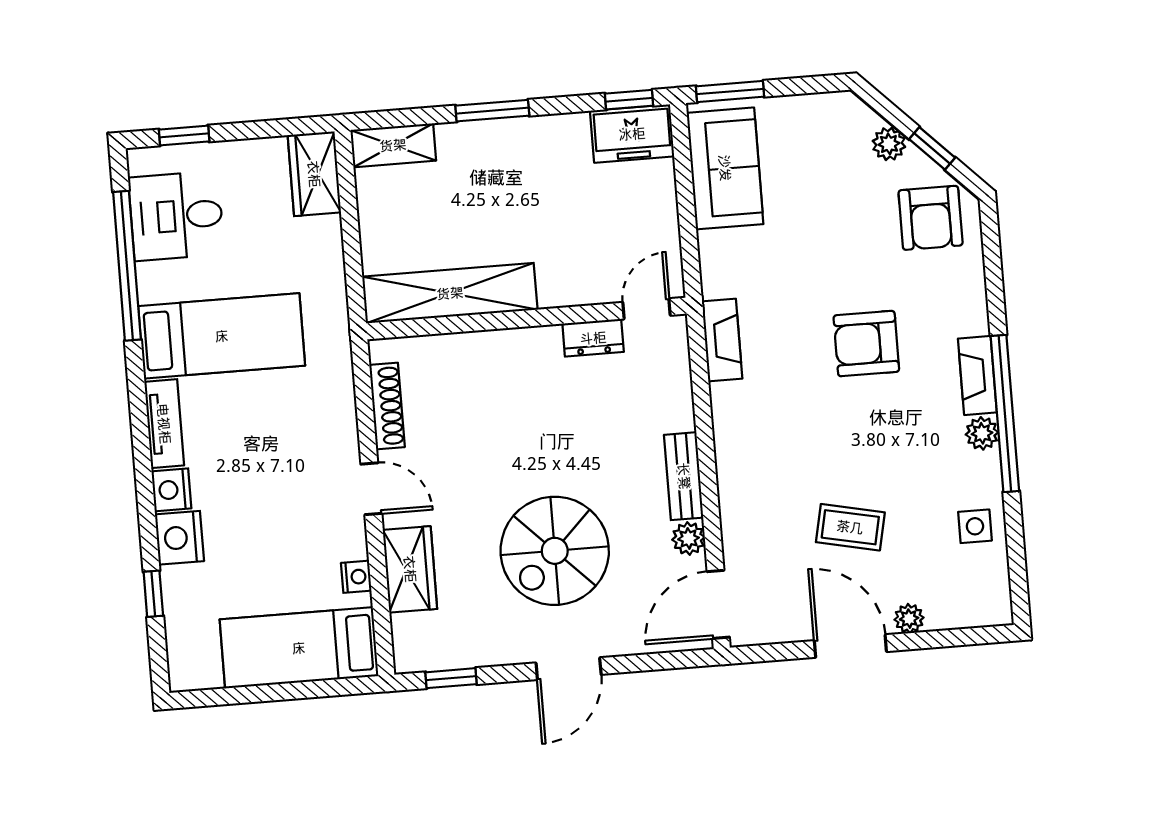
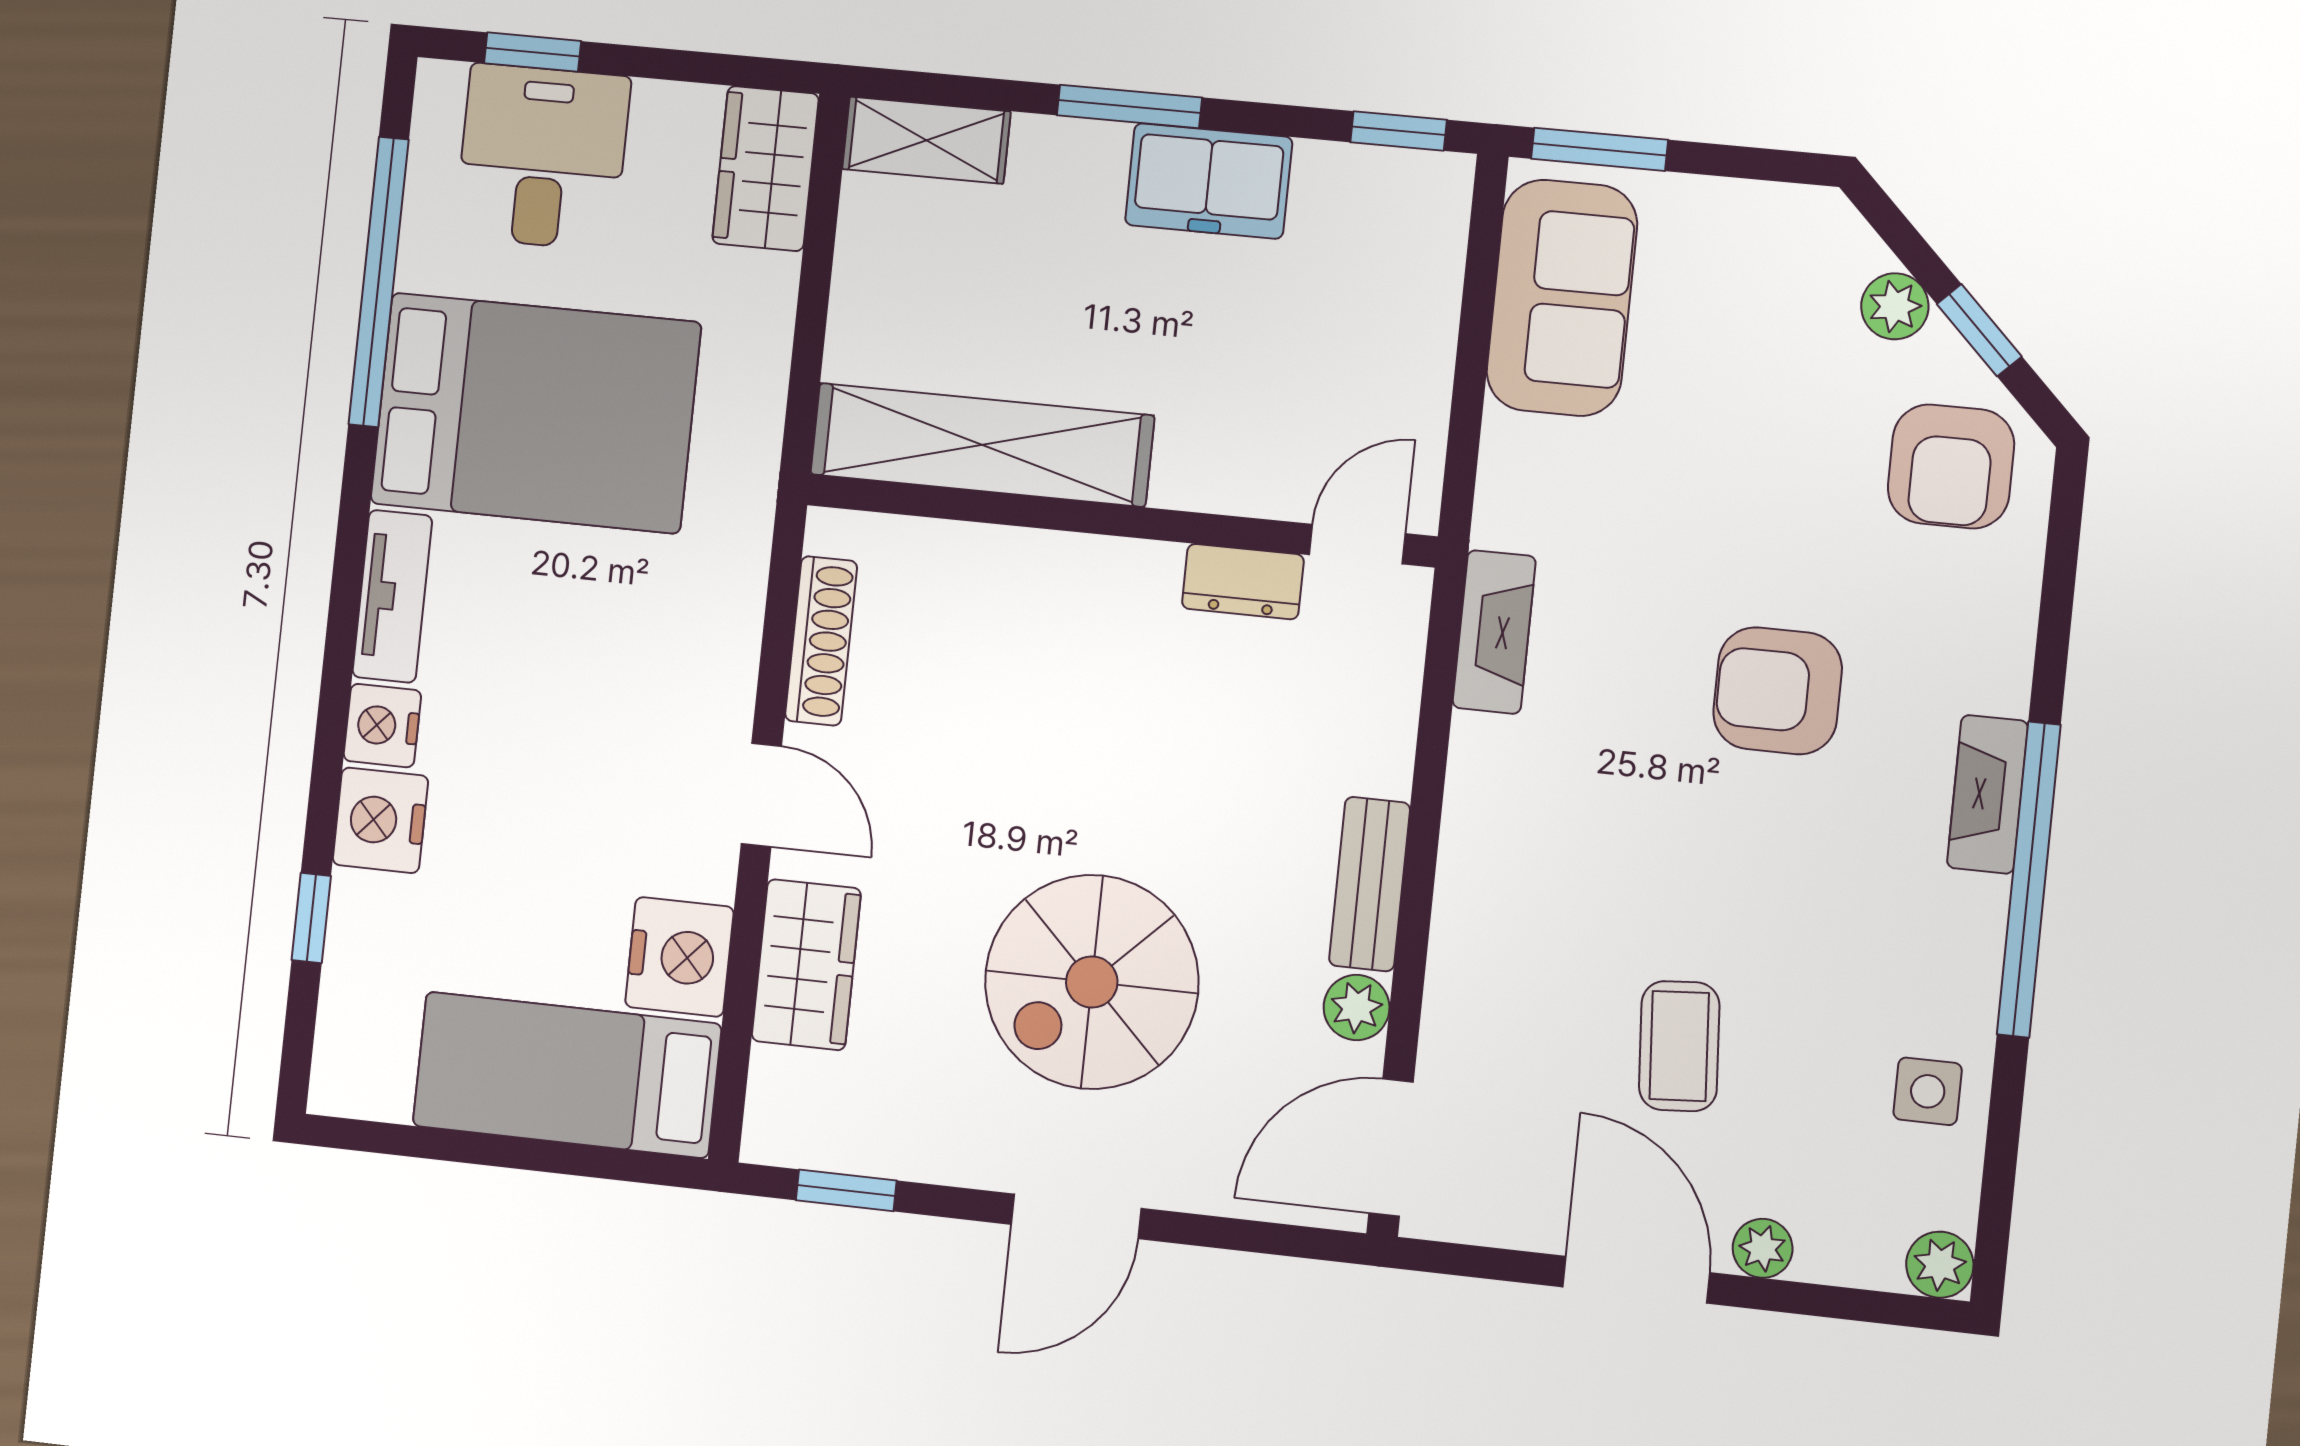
freezer: (632, 134) -> (1209, 181), moved
desk: (176, 216) -> (542, 157), moved, turned 90
bed: (222, 336) -> (536, 413), width x1.50
plant: (982, 433) -> (1940, 1265), moved
coffee table: (850, 527) -> (1679, 1046), turned 74
nightstand: (356, 577) -> (679, 957), width x1.89, depth x1.79

